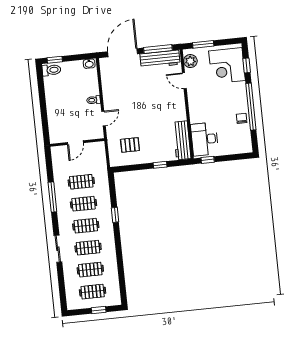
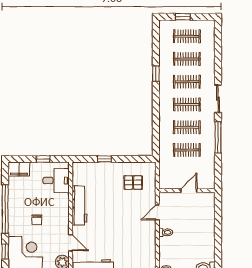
chair: (242, 118) -> (37, 220), moved
desk: (205, 139) -> (56, 181), width x0.73
workbench: (182, 140) -> (79, 205), moved
filing cabinet: (242, 146) -> (19, 169), added
window: (208, 160) -> (43, 159), moved
window: (115, 215) -> (156, 74), moved
sliding door: (58, 249) -> (218, 99), moved

